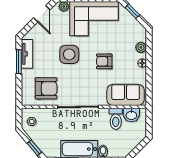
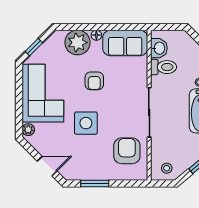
door: (42, 14) -> (47, 166), moved
plant: (141, 47) -> (78, 42), width x1.87, depth x1.87
tv unit: (27, 54) -> (85, 174), removed
sofa: (126, 95) -> (125, 43), moved, turned -90

